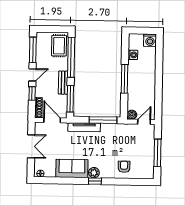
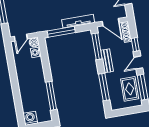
rug: (59, 46) -> (130, 89), moved
washing machine: (133, 55) -> (36, 52), moved
window: (71, 57) -> (104, 87), width x0.68
window: (125, 79) -> (51, 96), moved

